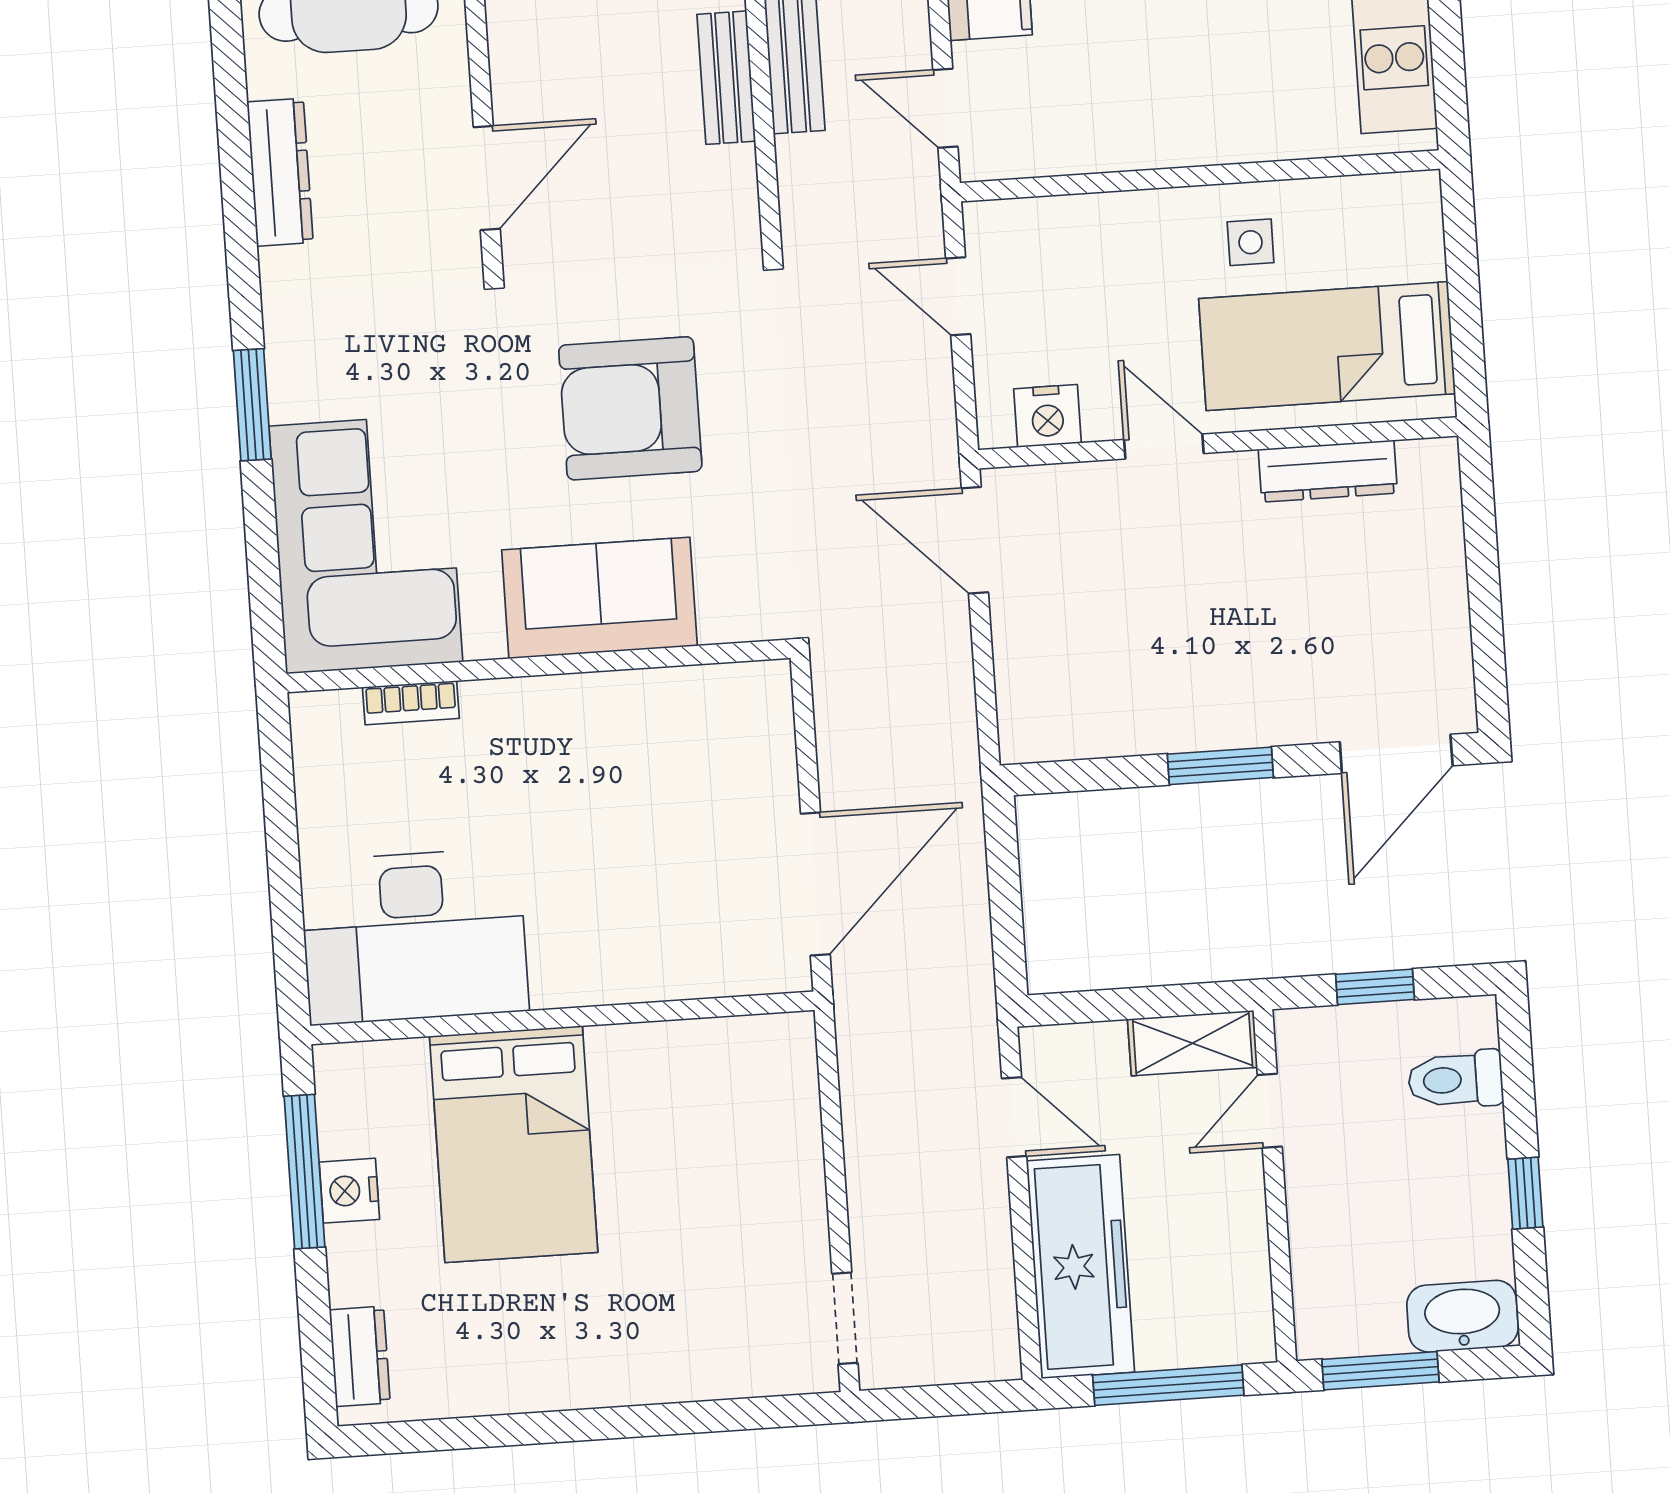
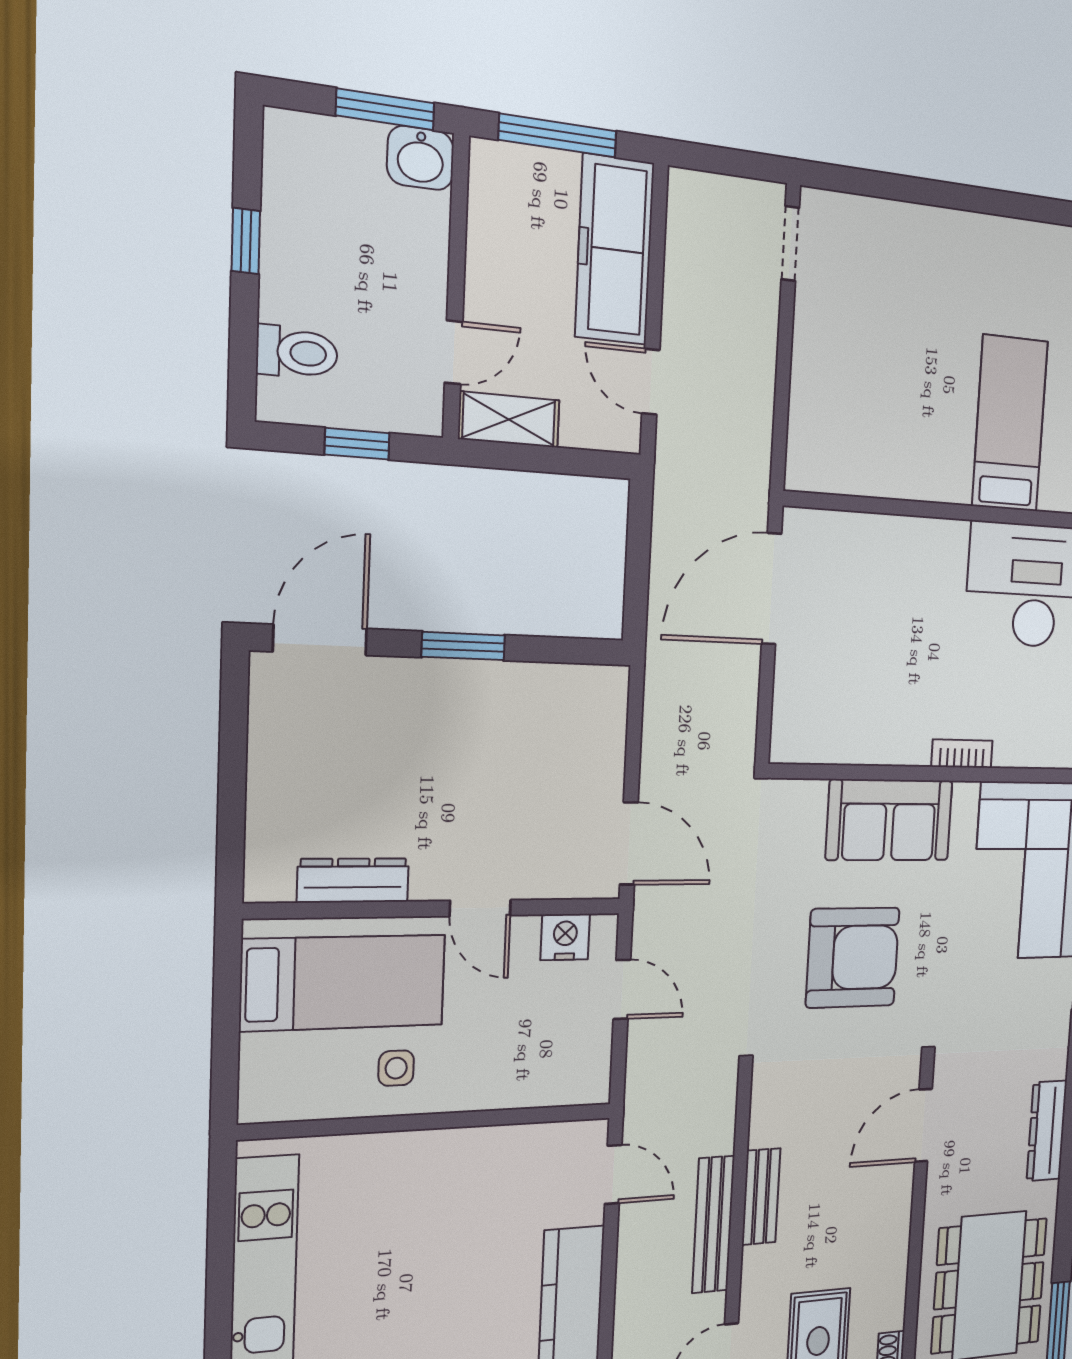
door: (958, 296) -> (622, 989), moved
bookcase: (411, 703) -> (962, 754), moved
bed: (514, 1144) -> (1010, 424), width x0.67
washbasin: (1462, 1316) -> (420, 158), moved, width x0.72

